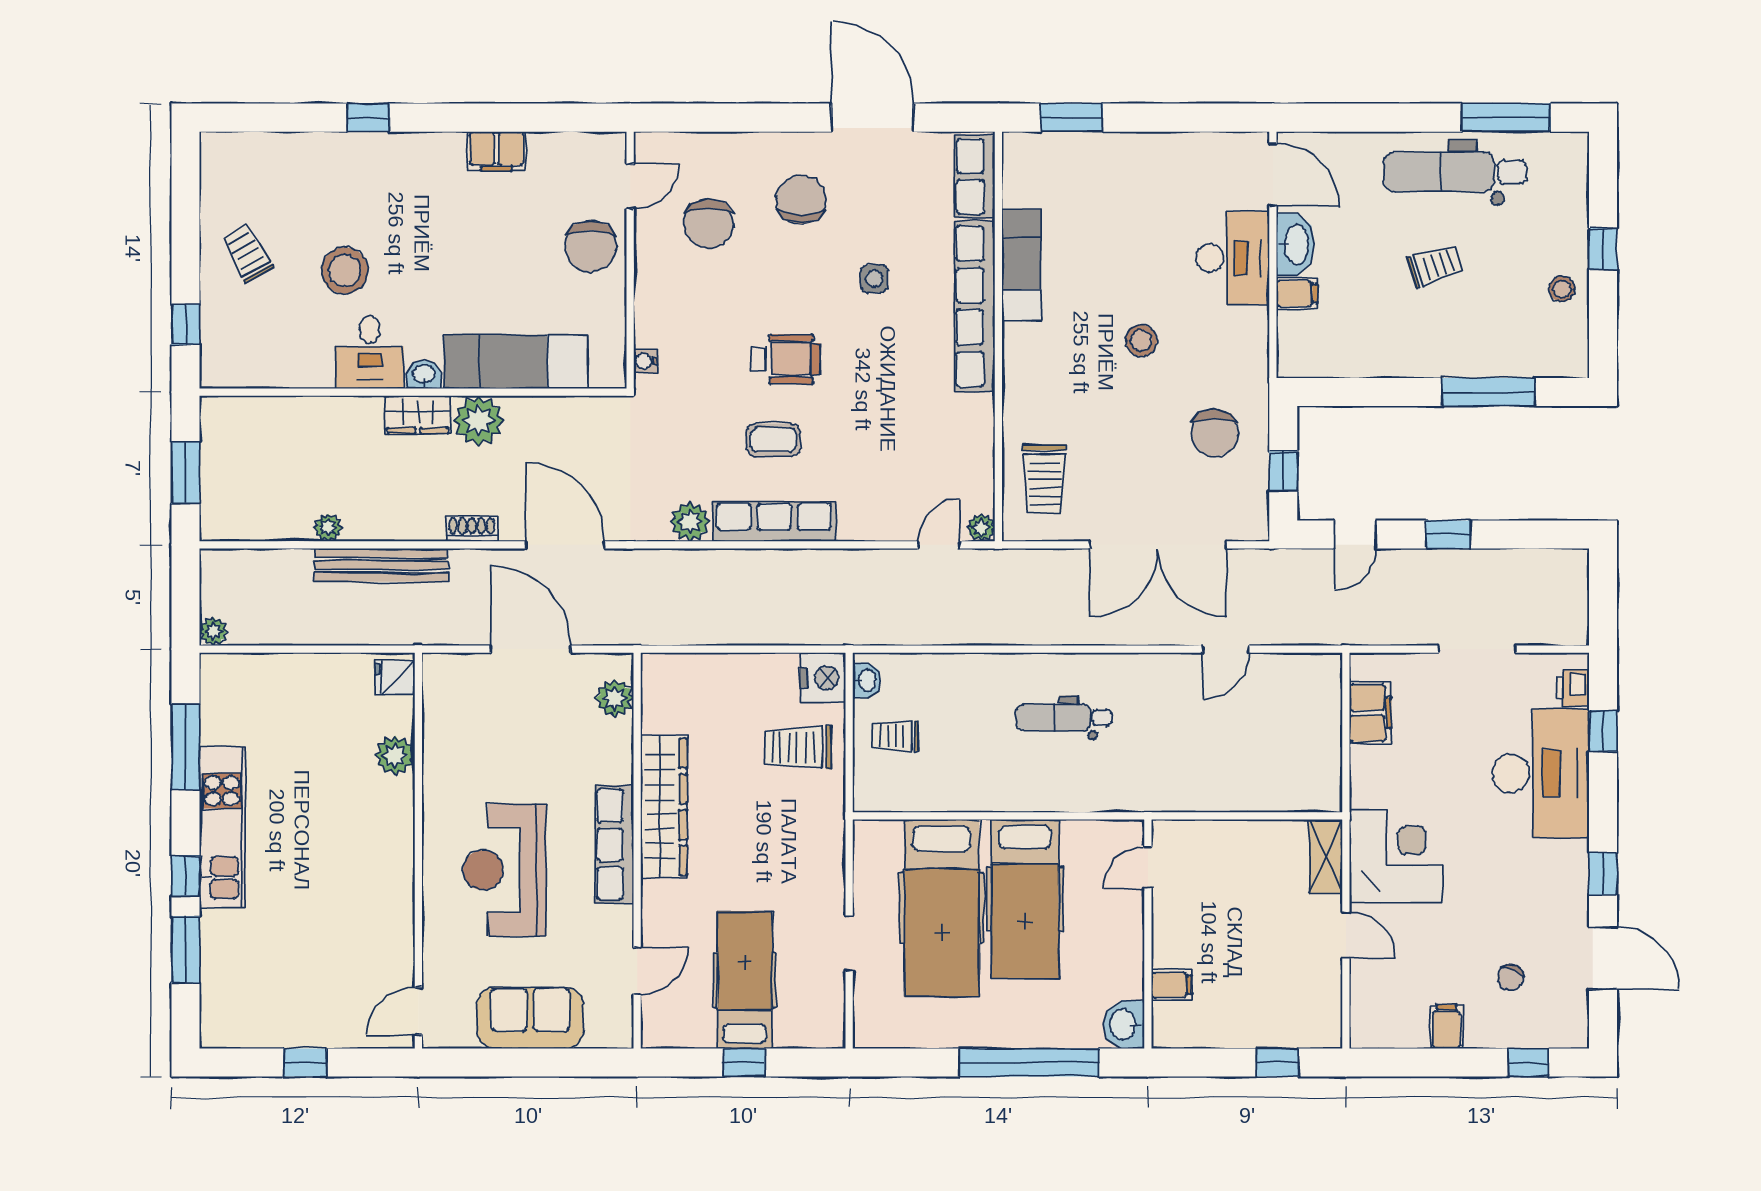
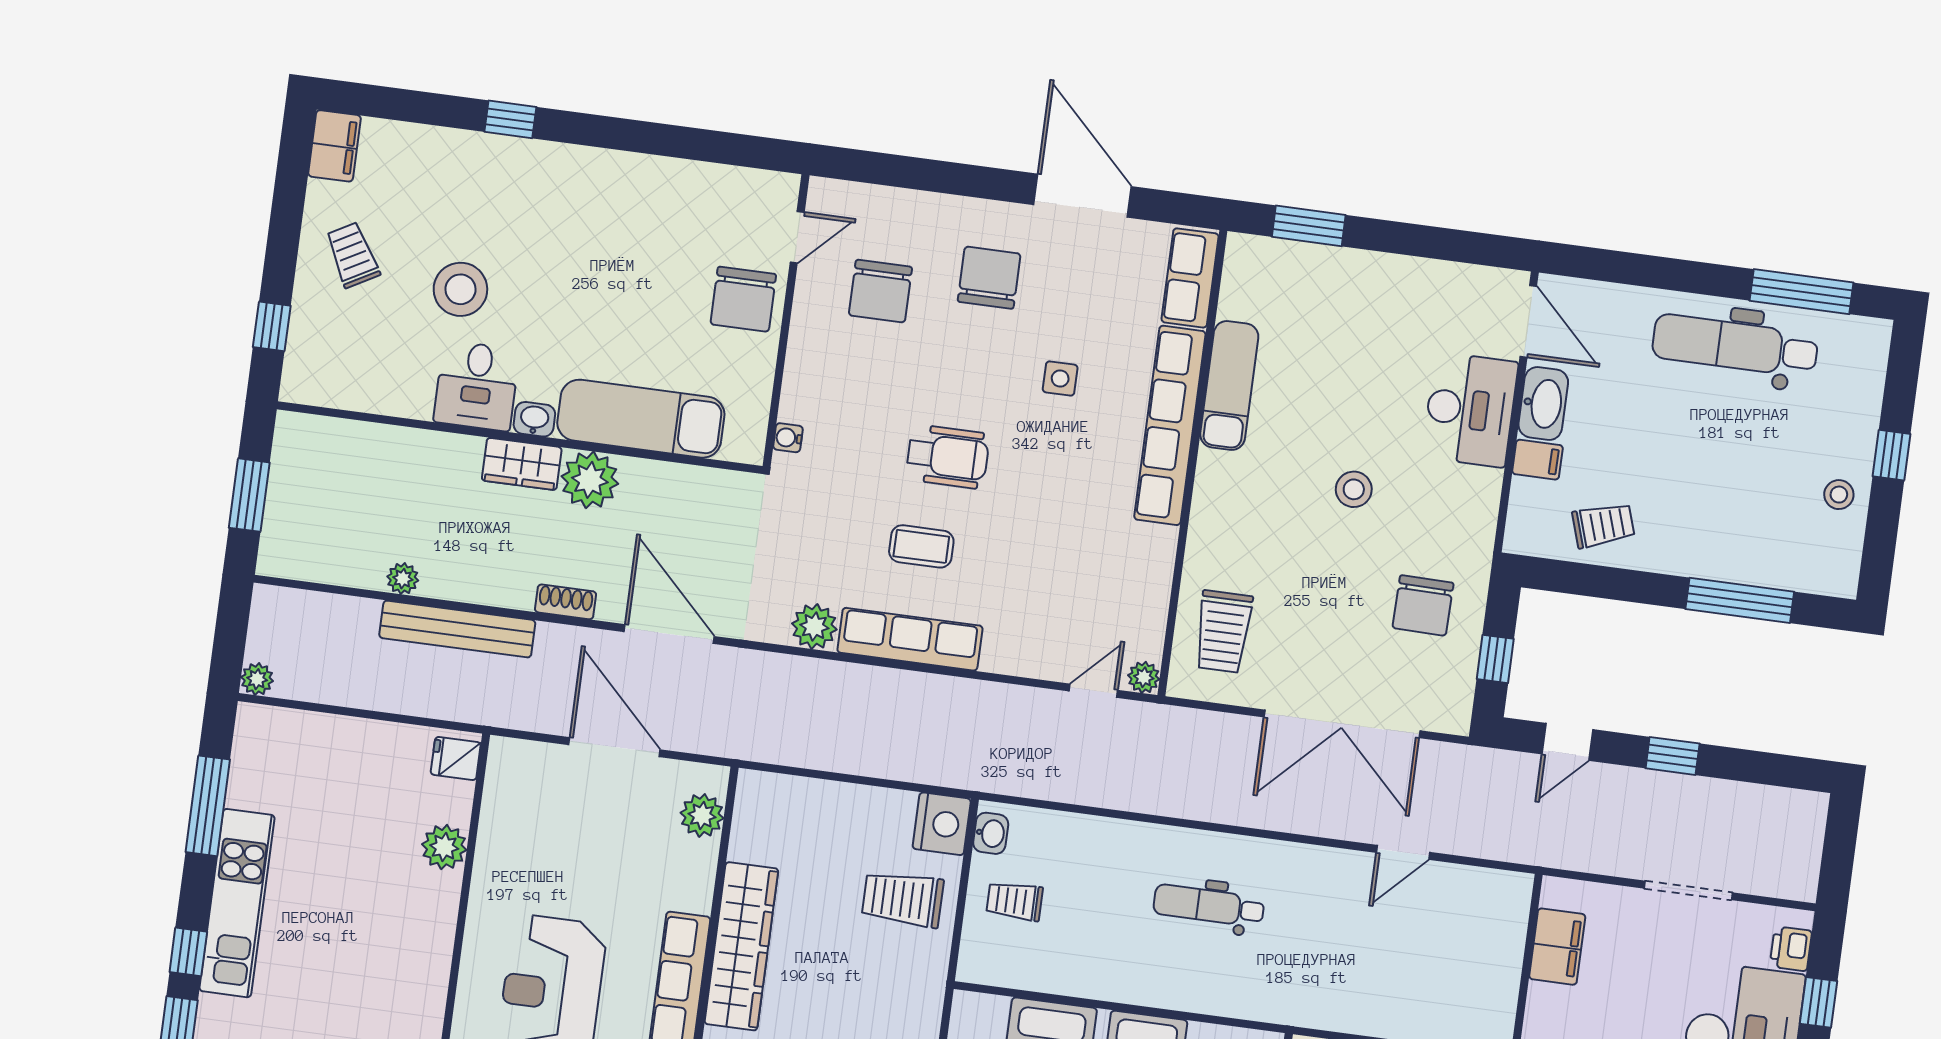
filing cabinet: (496, 151) -> (334, 146), moved, turned -90
trolley: (1435, 265) -> (1603, 525), moved

